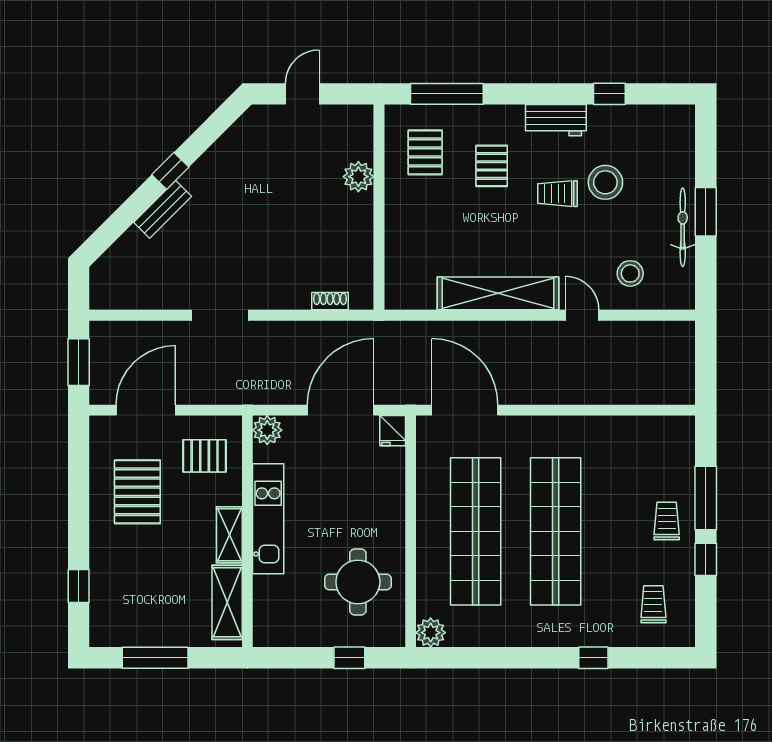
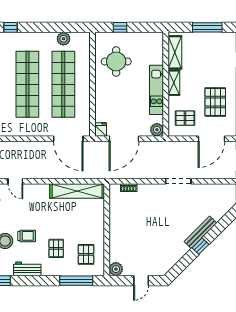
plant: (358, 177) -> (116, 269), moved
bench: (163, 209) -> (200, 232), width x1.36
shelving: (498, 293) -> (77, 191), moved
plant: (431, 633) -> (63, 39), moved

